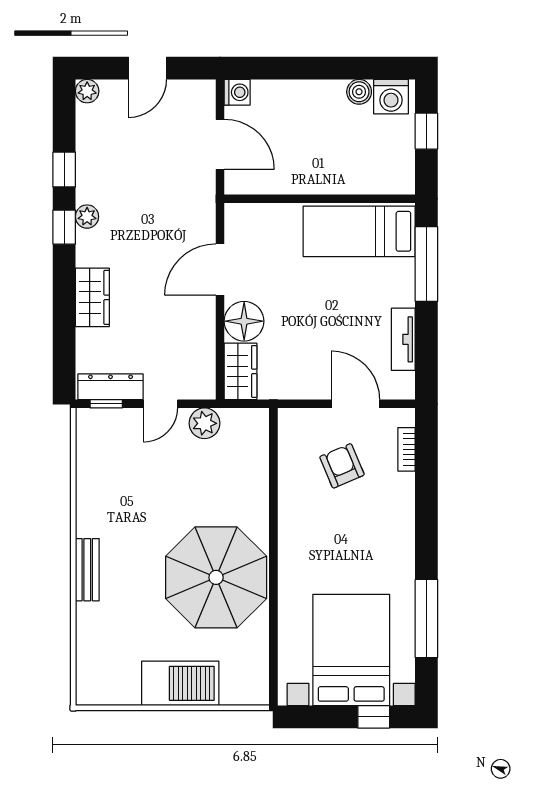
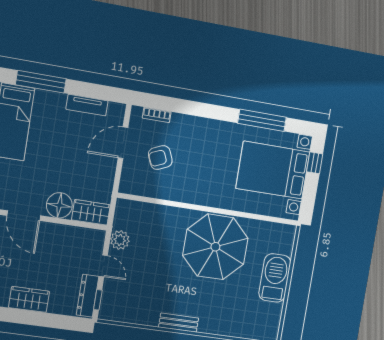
bench: (87, 570) -> (179, 323), moved

